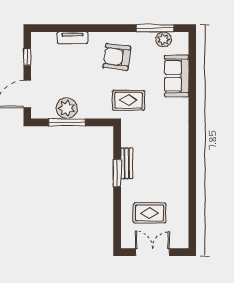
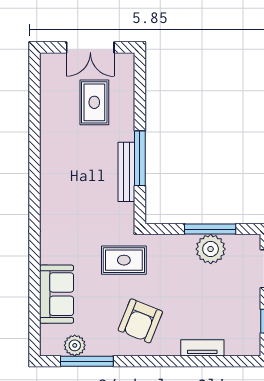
armchair: (117, 57) -> (140, 321), turned 105
bench: (127, 163) -> (126, 172), width x1.36
window: (117, 173) -> (140, 158), width x1.44
rug: (150, 213) -> (94, 102), turned 90

